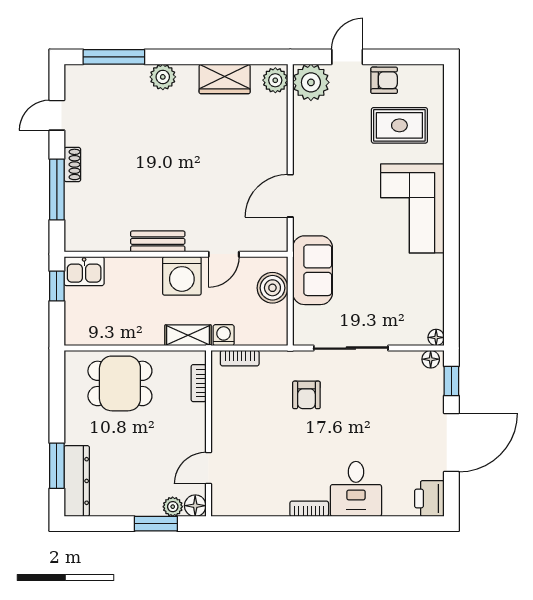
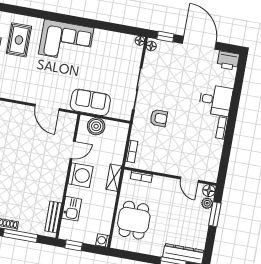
bench: (158, 241) -> (53, 217), moved
door: (224, 254) -> (73, 150), hinge flipped
kitchen sink: (84, 271) -> (72, 209), moved
washing machine: (224, 335) -> (103, 240), moved

